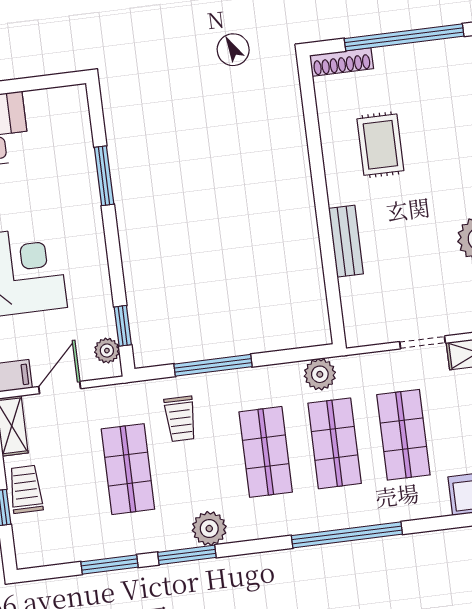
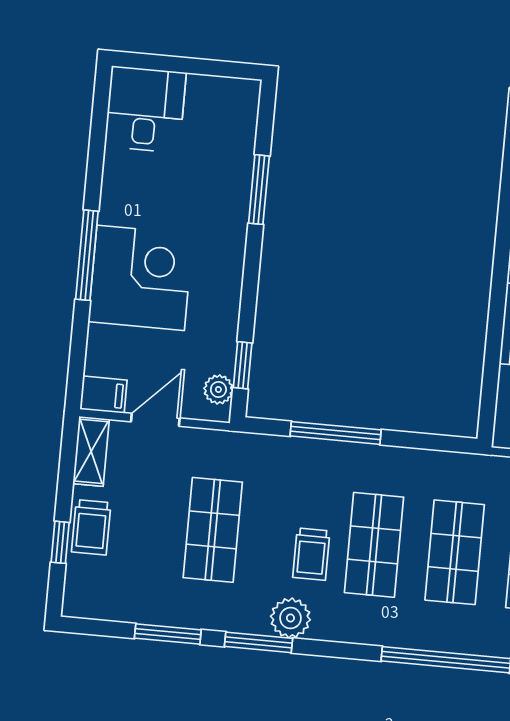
plant: (320, 374) -> (455, 470), removed
trolley: (180, 419) -> (311, 554), moved
trolley: (26, 489) -> (91, 527), turned 180

